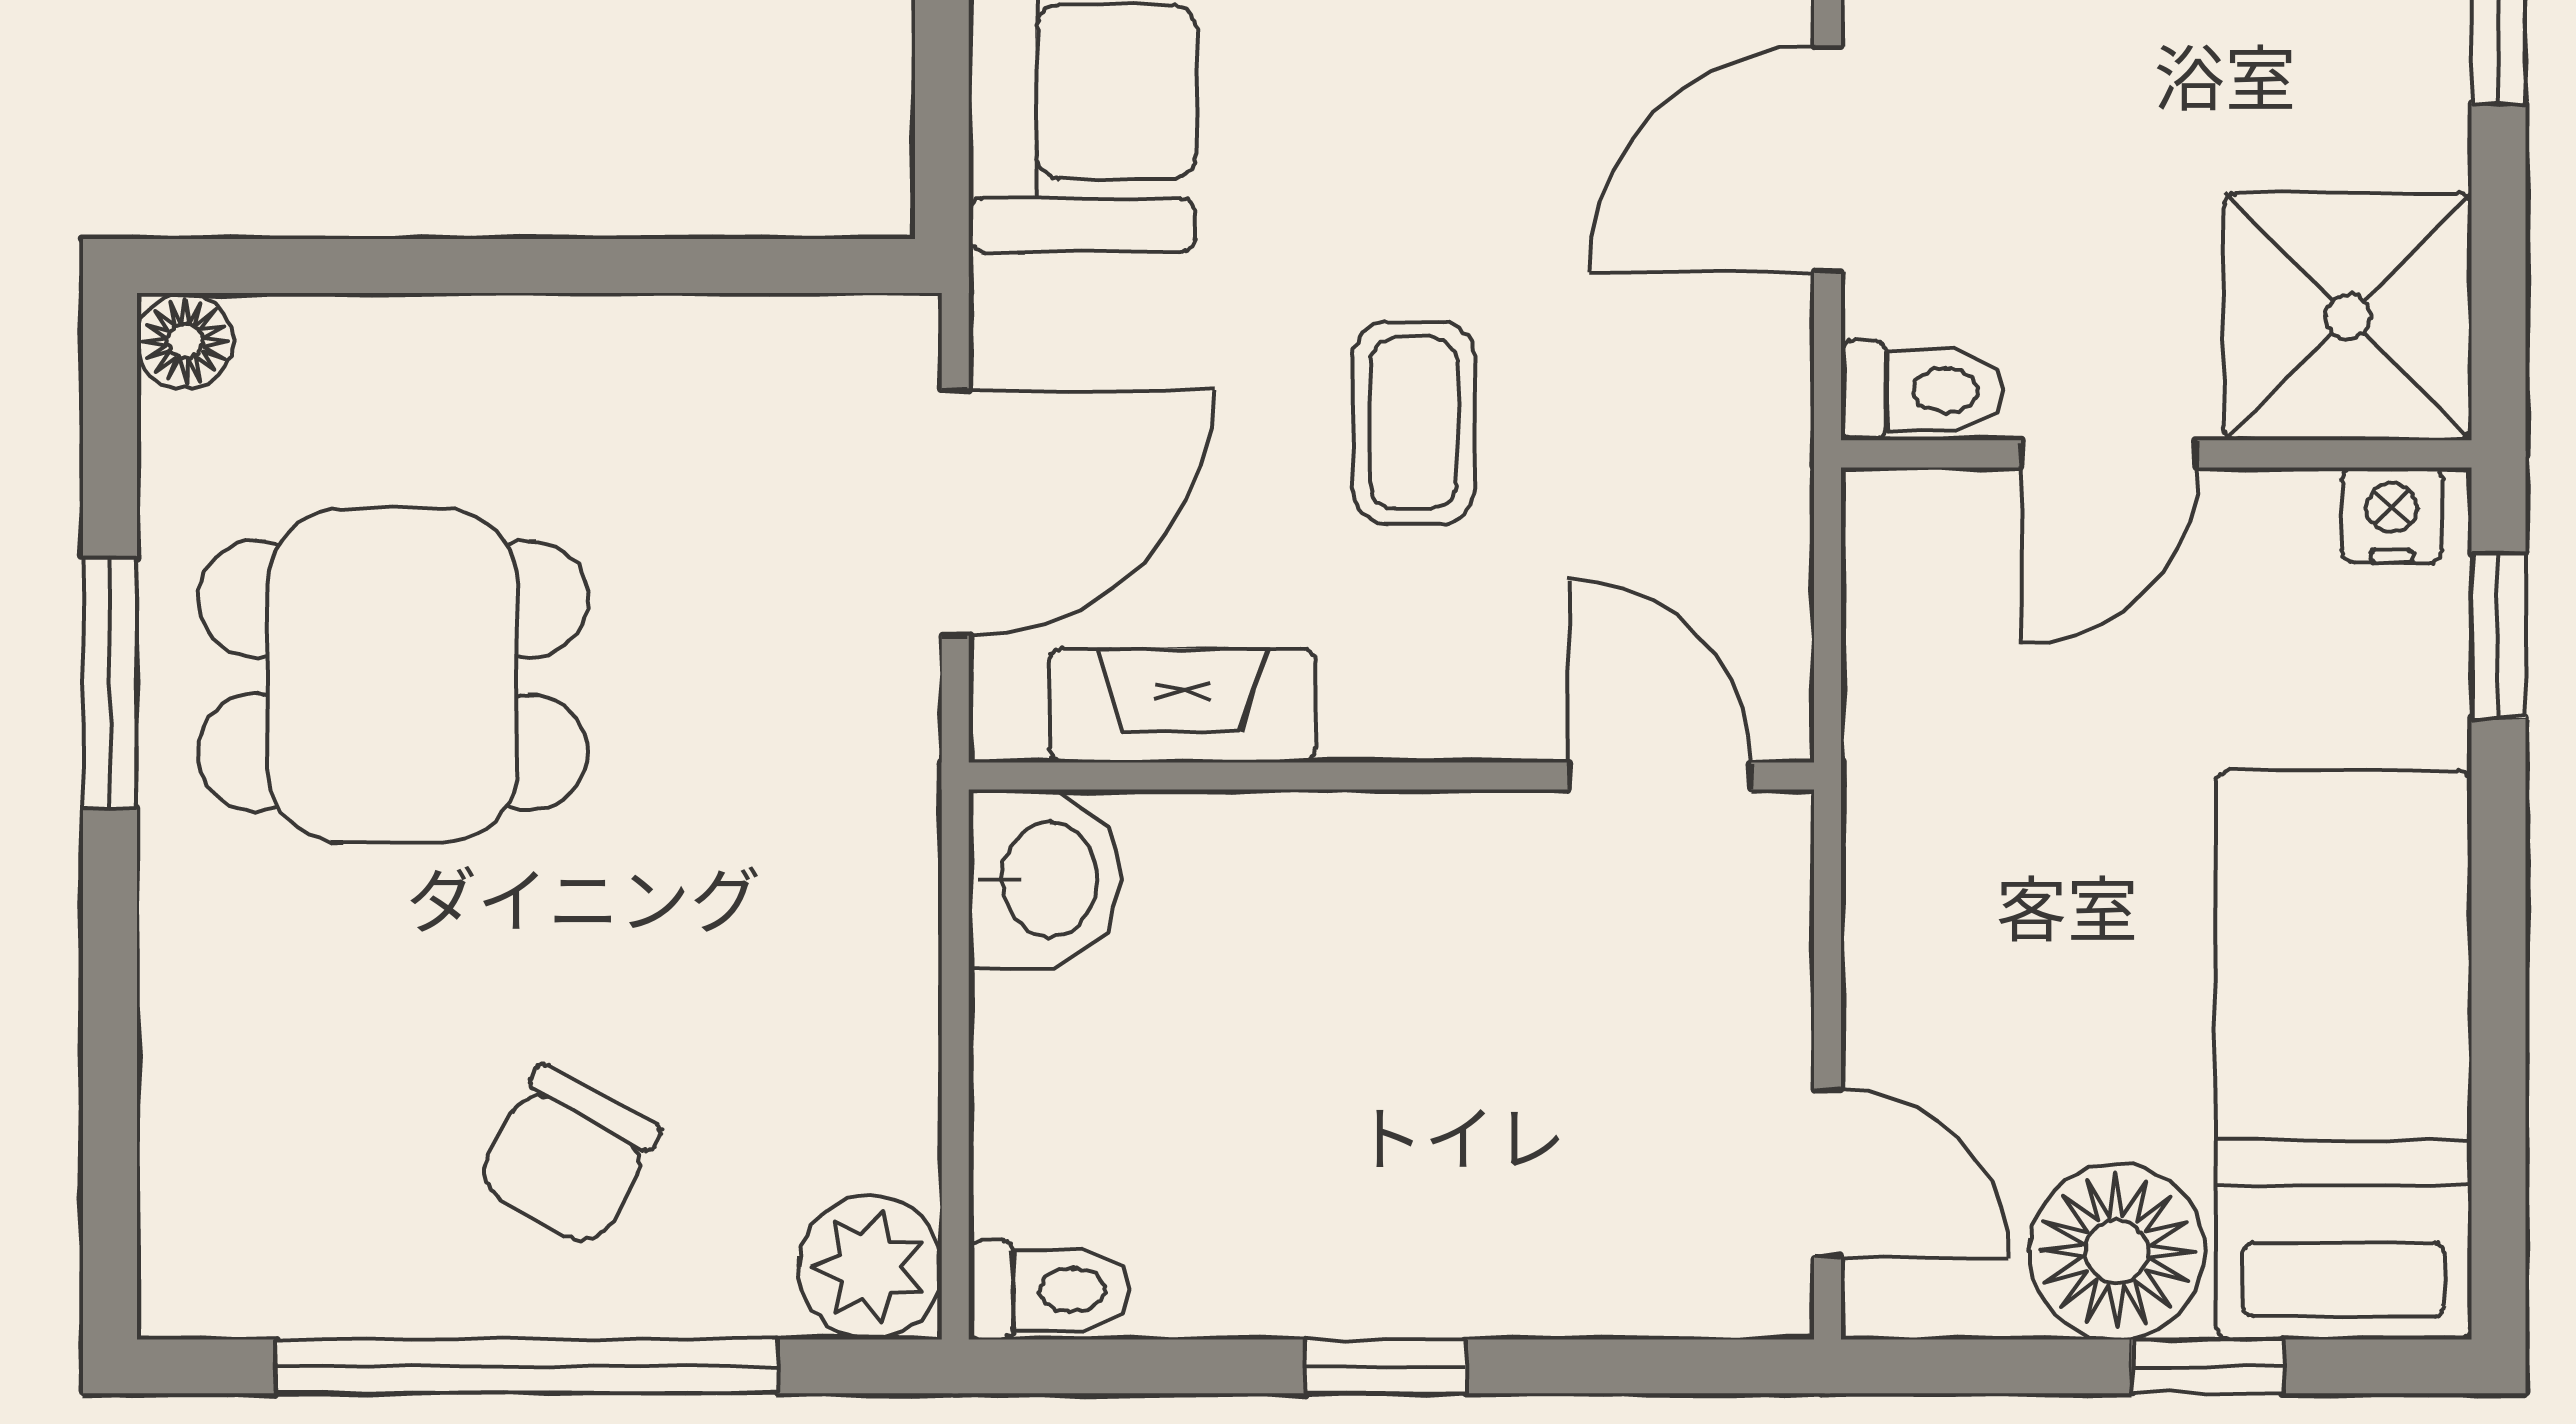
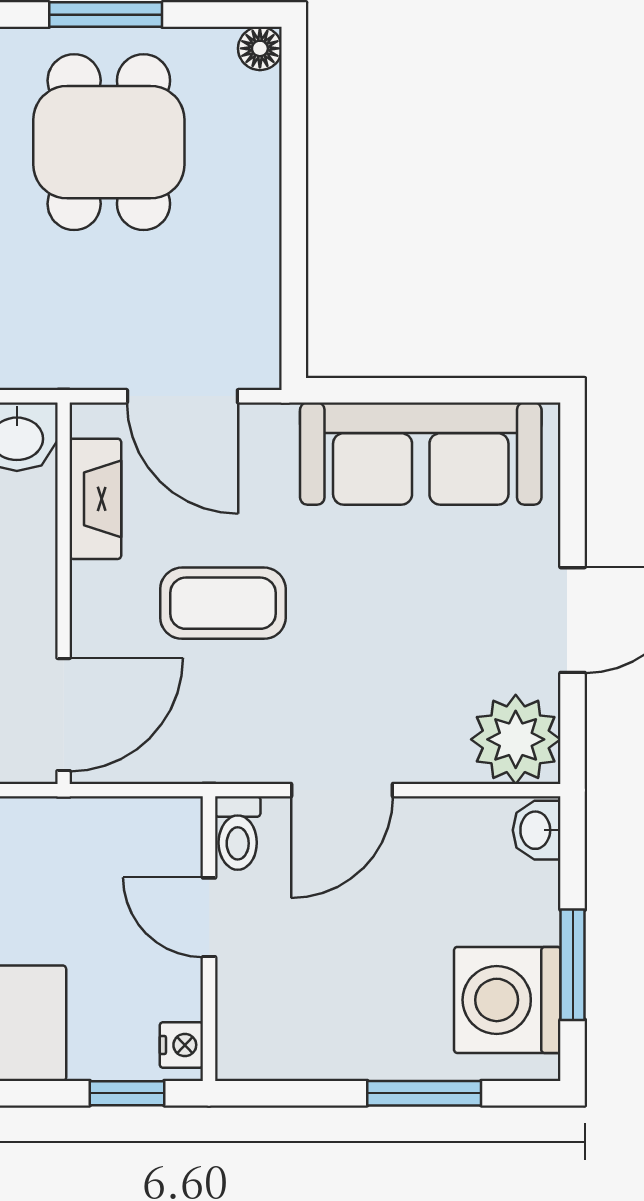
door: (1828, 159) -> (342, 790), swing flipped
shower: (2348, 317) -> (271, 1025), removed
coffee table: (1414, 423) -> (223, 603), width x1.36, depth x1.30
door: (1660, 776) -> (64, 715), width x1.38

